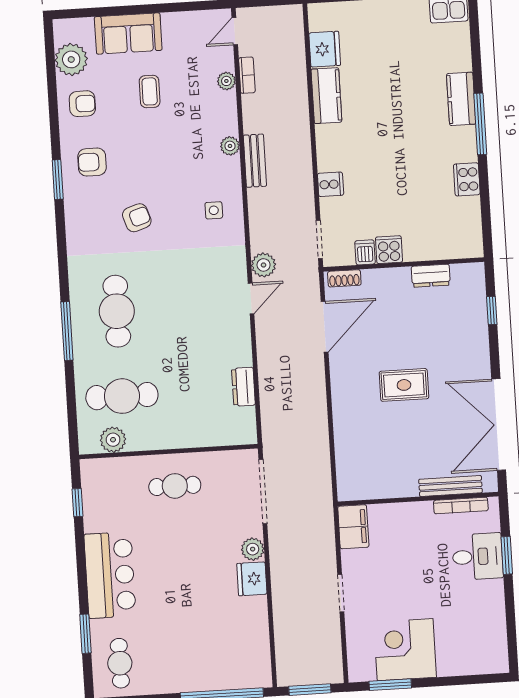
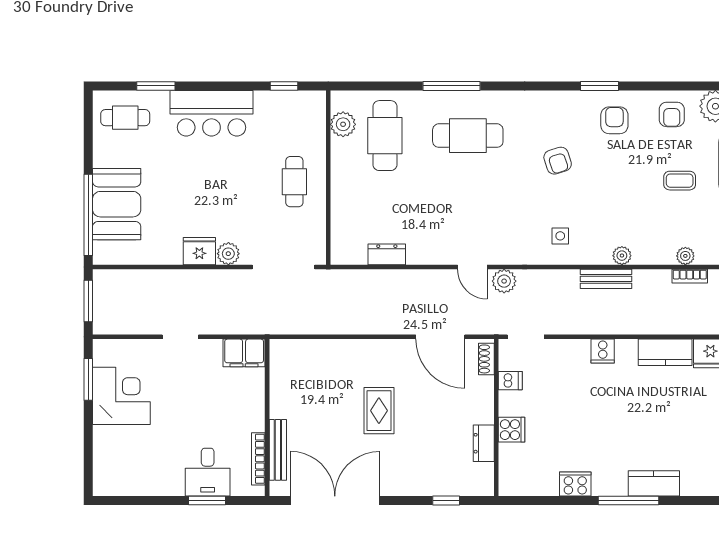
cooker: (331, 184) -> (603, 351), moved
cooker: (389, 250) -> (512, 430), moved
booth: (209, 667) -> (117, 204), added

